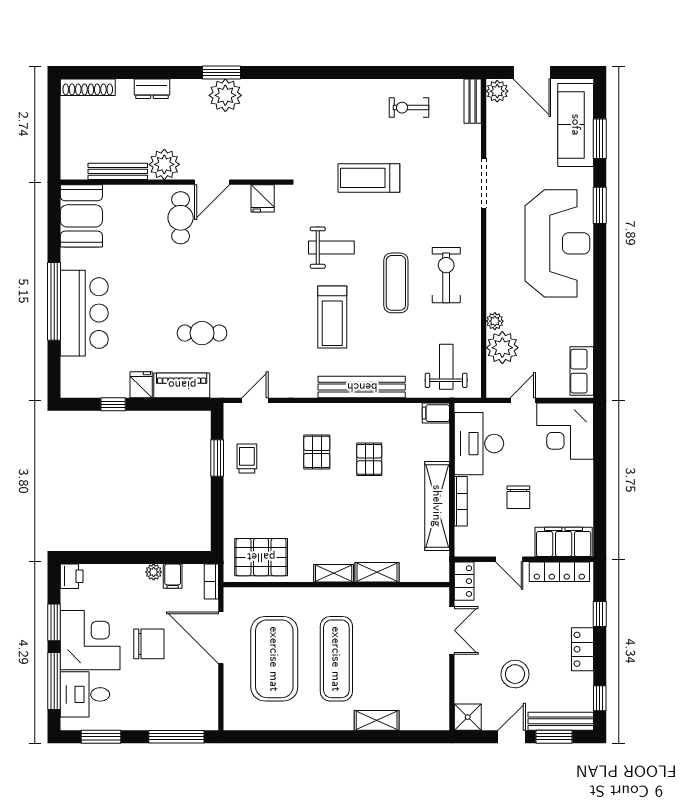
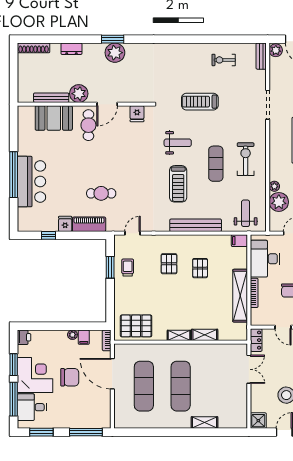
booth: (81, 216) -> (54, 118), moved, turned 90
exercise mat: (274, 659) -> (144, 386), width x0.68

